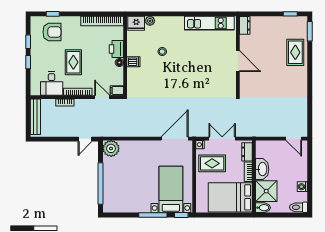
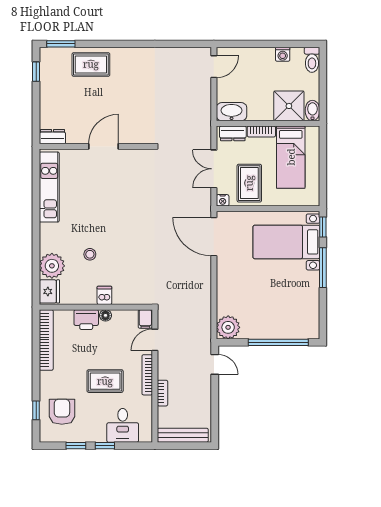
plant: (150, 21) -> (52, 266), width x1.88, depth x1.88
desk: (52, 84) -> (123, 425), moved, turned 90
washbasin: (262, 169) -> (232, 112), moved
bed: (230, 197) -> (291, 157), width x0.67

